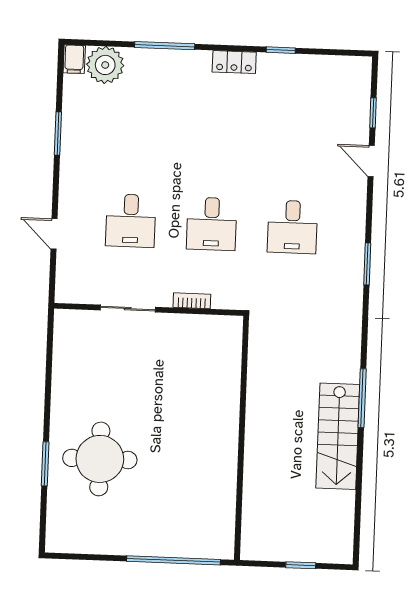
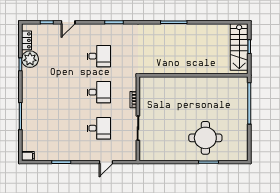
locker: (234, 62) -> (26, 40), moved
plant: (105, 65) -> (30, 59), moved
stairs: (338, 436) -> (239, 47), moved, turned 90

